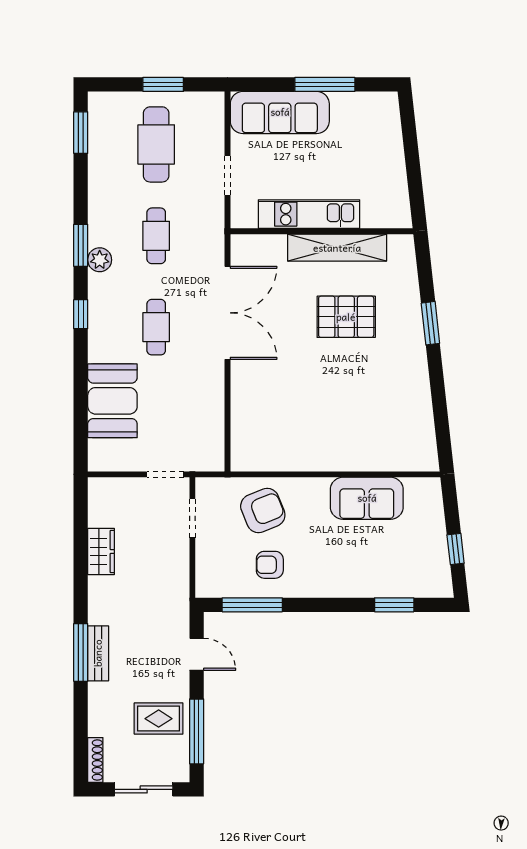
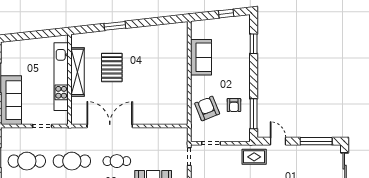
kitchen unit: (309, 214) -> (61, 77), width x1.36
cafe table: (156, 236) -> (72, 161), width x1.37, depth x1.35
door: (197, 654) -> (278, 141), hinge flipped
rug: (159, 719) -> (254, 157), moved, turned 90

